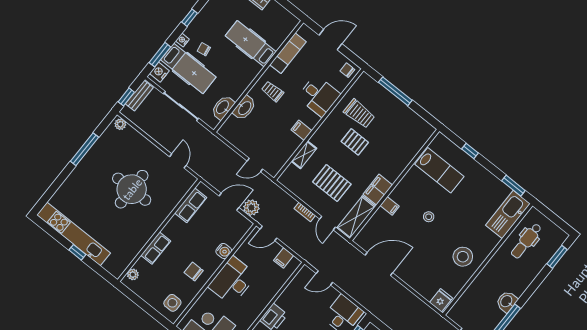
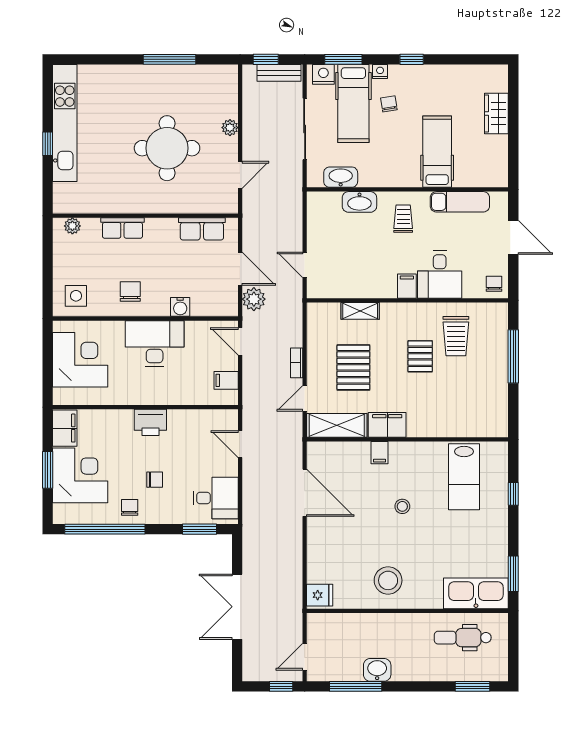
plant: (120, 124) -> (230, 128), moved
filing cabinet: (301, 130) -> (407, 286), moved

